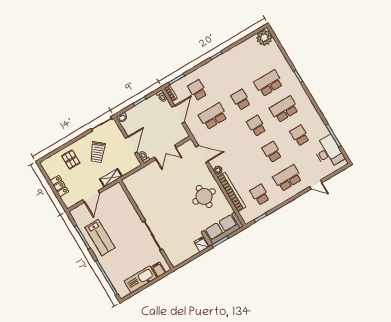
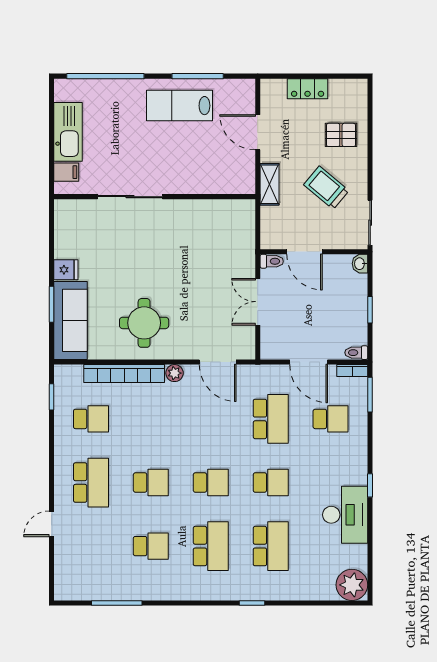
desk: (329, 152) -> (345, 515), moved, turned -90
door: (202, 154) -> (218, 362), hinge flipped

